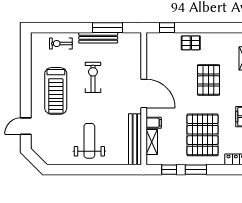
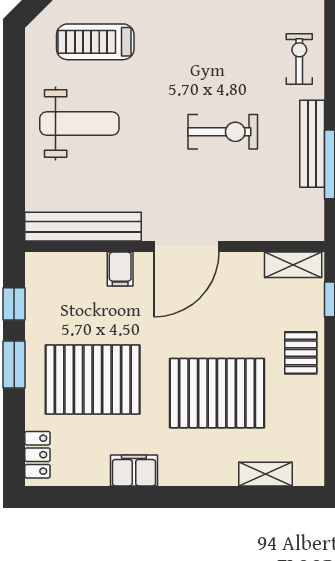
pallet: (209, 80) -> (217, 393), width x1.37, depth x1.41
treadmill: (56, 91) -> (95, 42), moved, width x0.73, depth x0.73
shelving: (152, 142) -> (293, 265), moved

